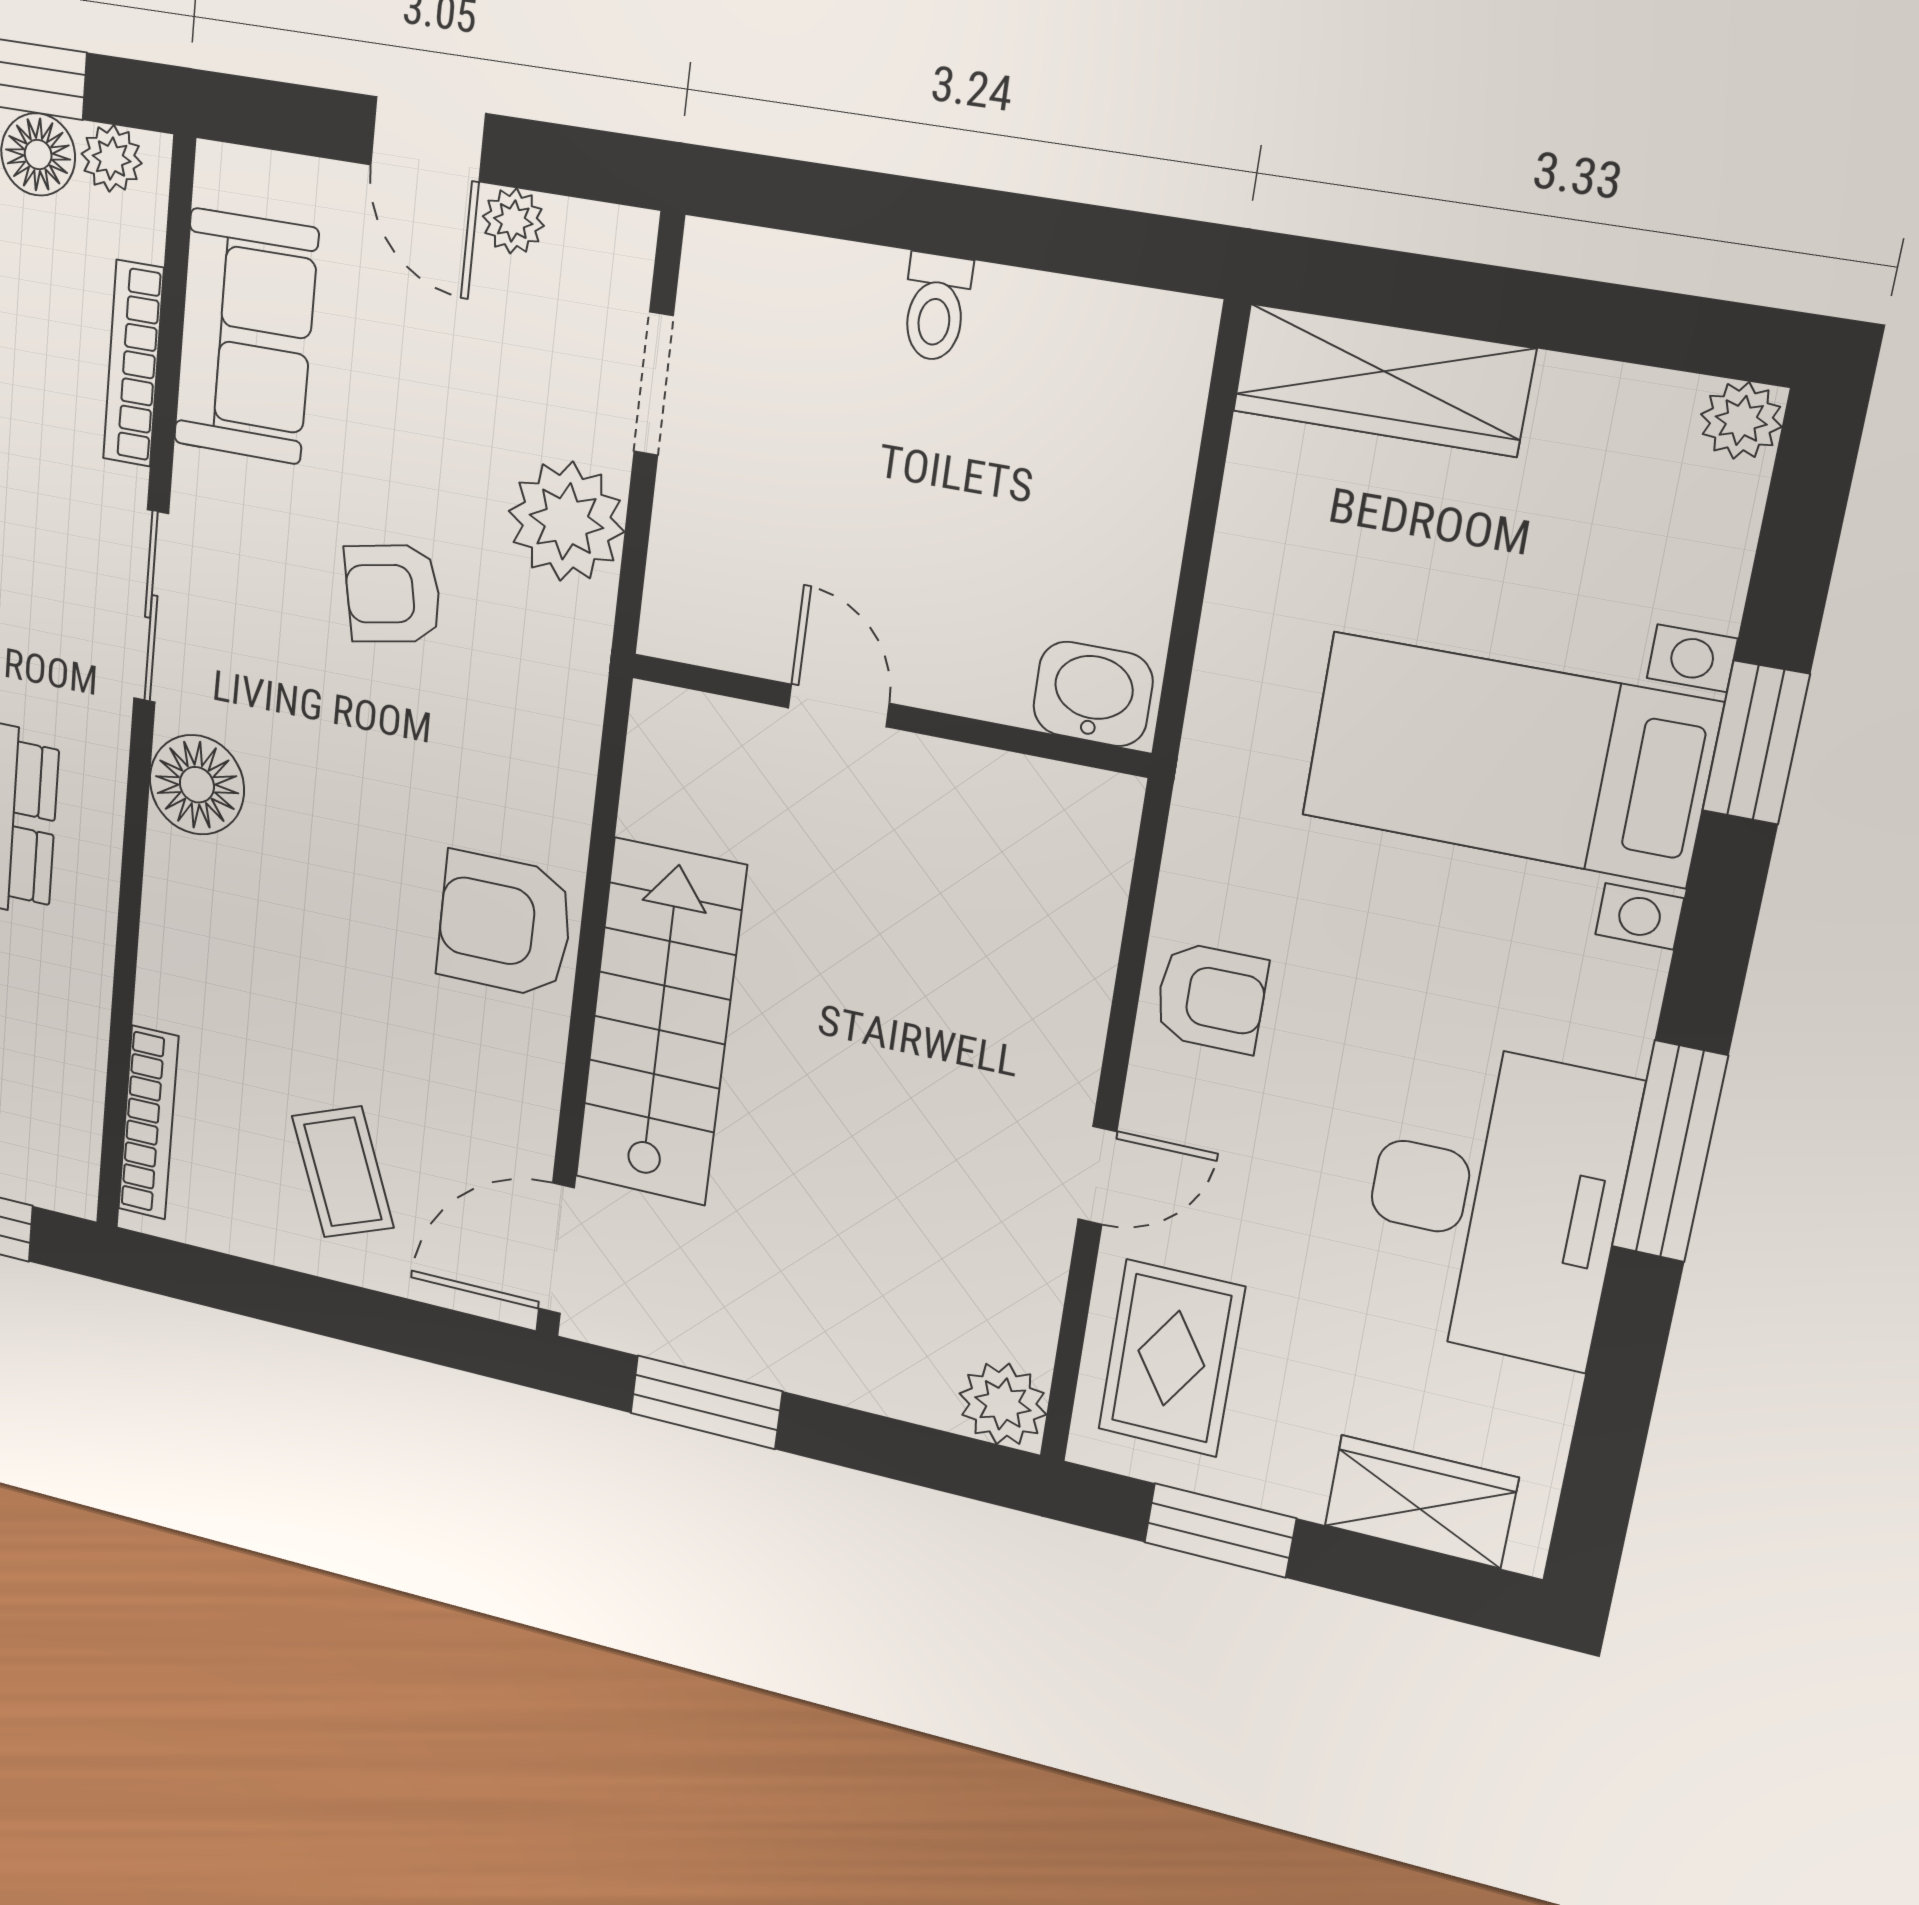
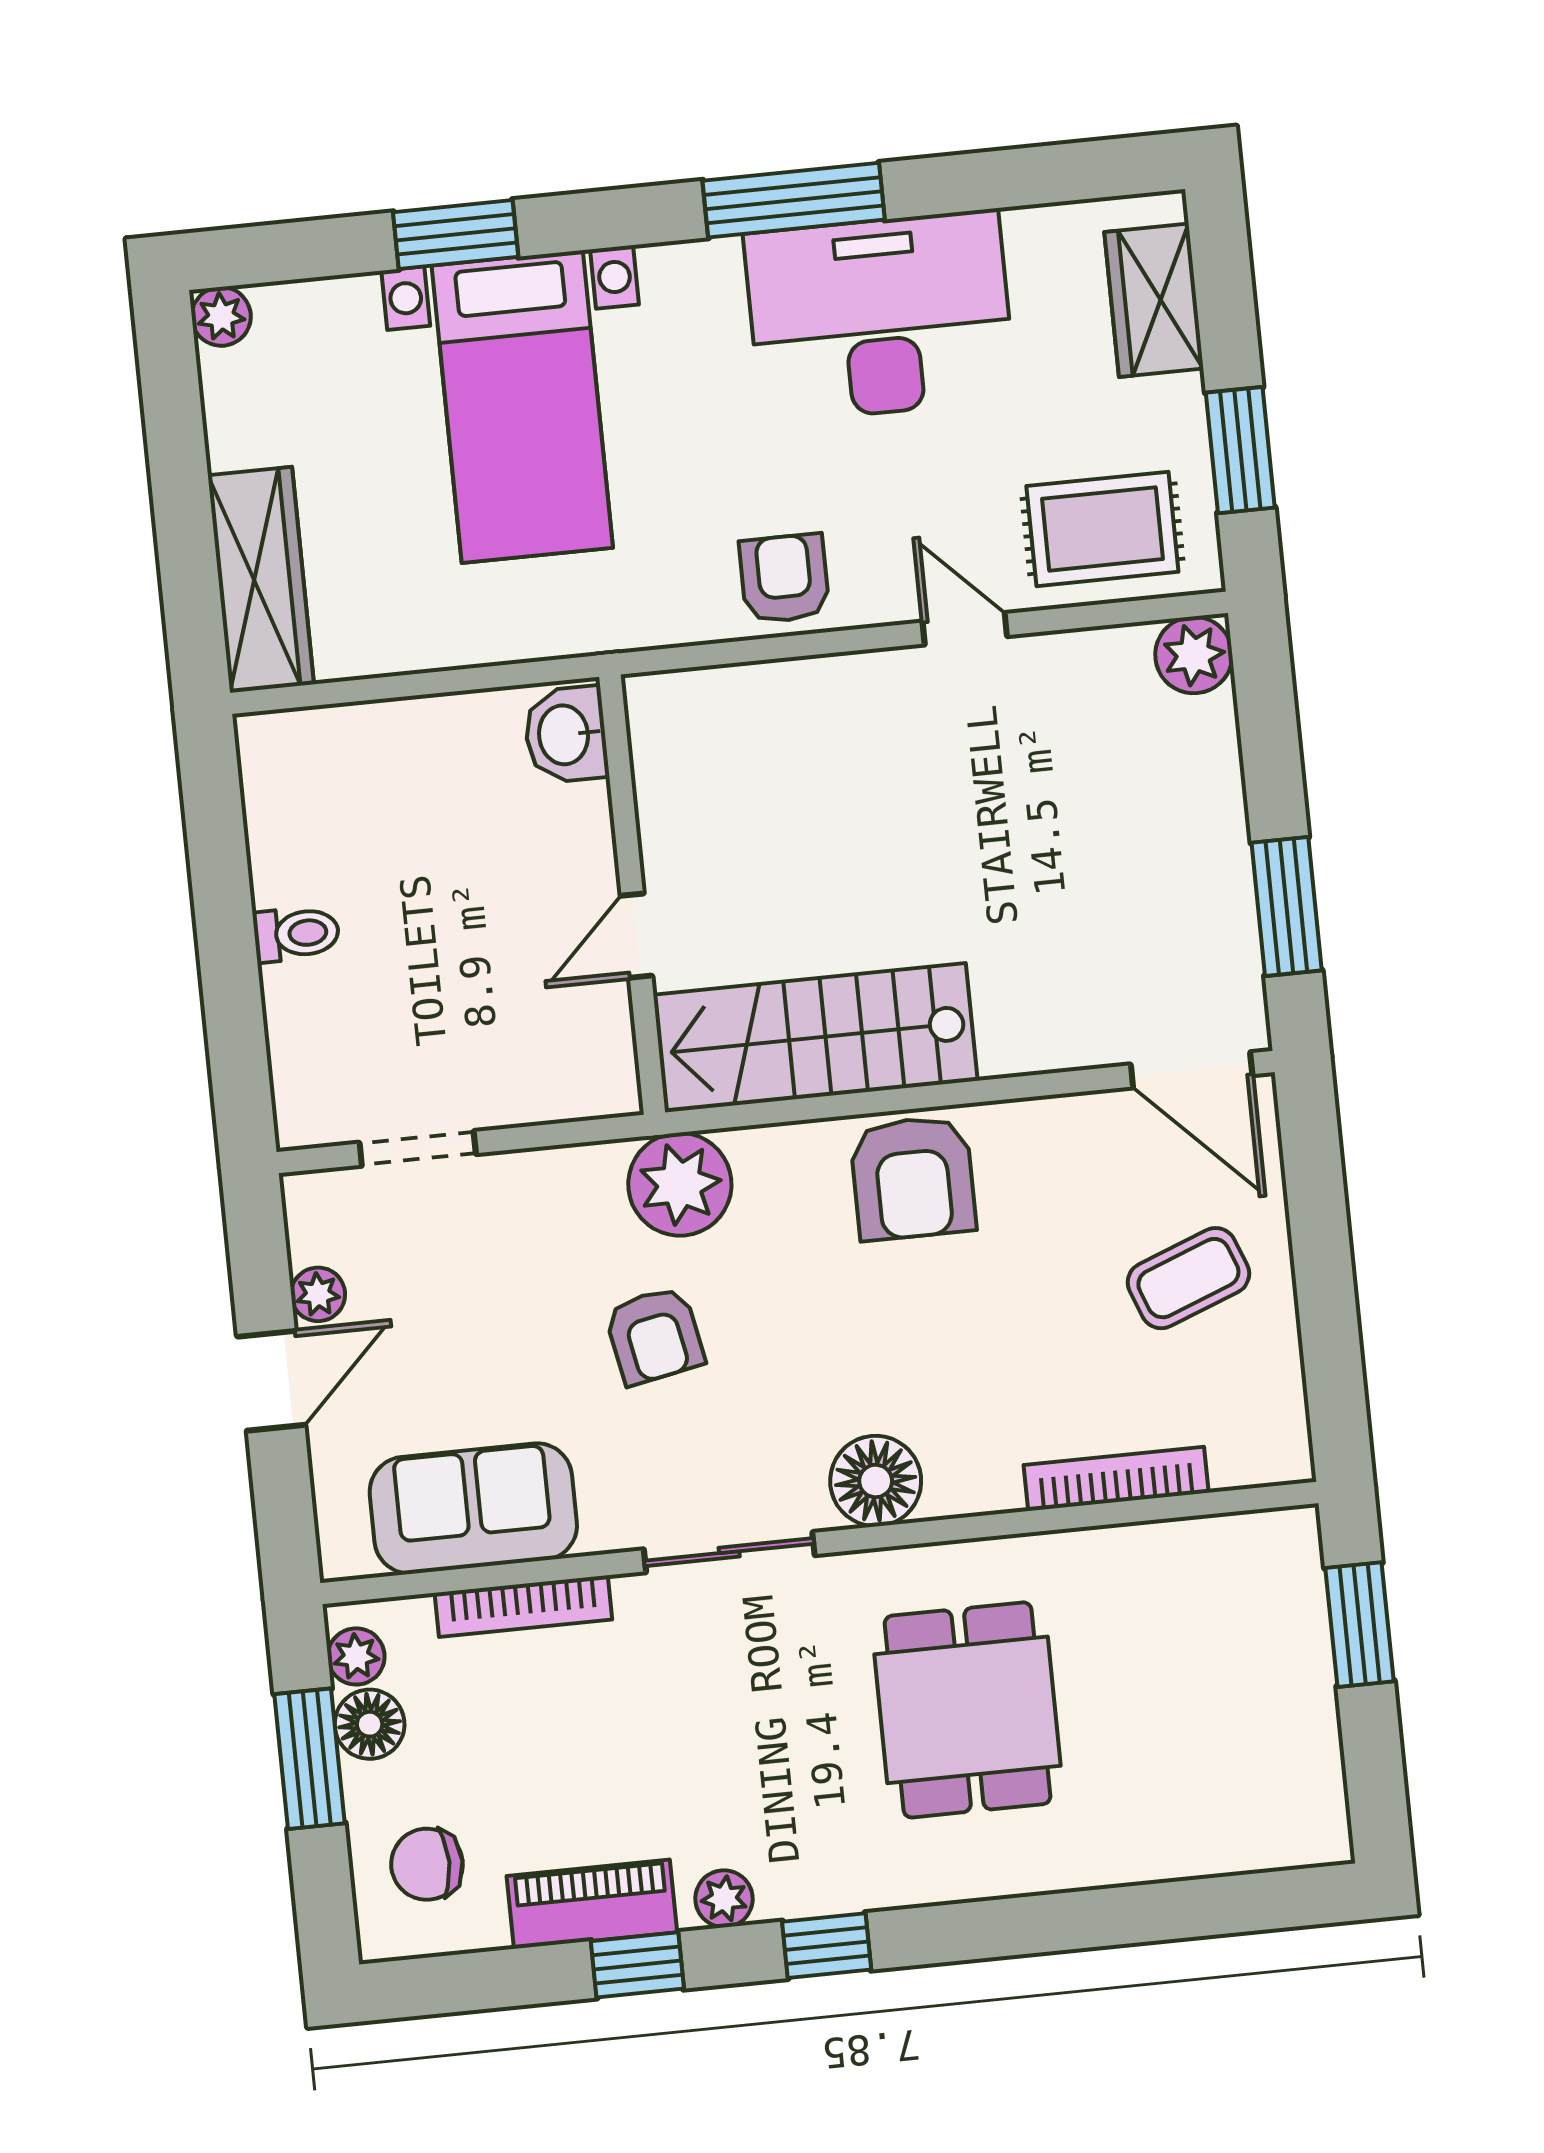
plant: (566, 521) -> (680, 1184), moved
stairs: (660, 1023) -> (815, 1038), moved
bookcase: (148, 1123) -> (1116, 1479), moved

